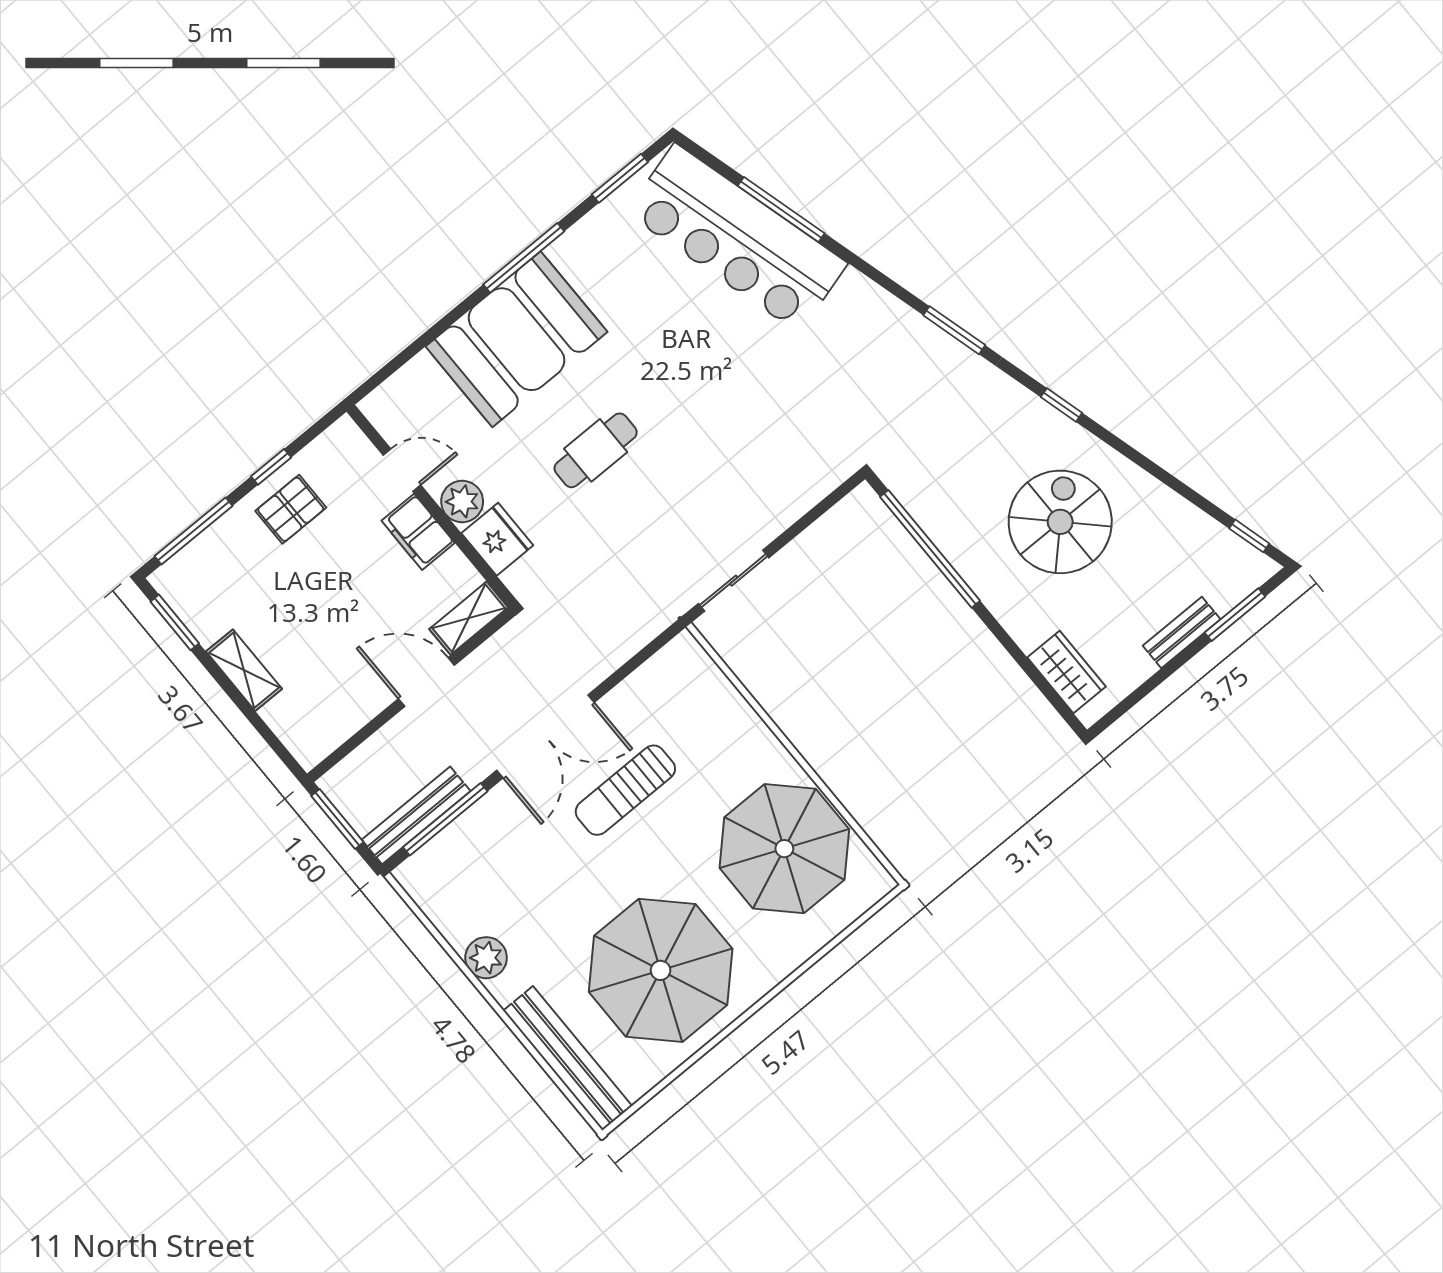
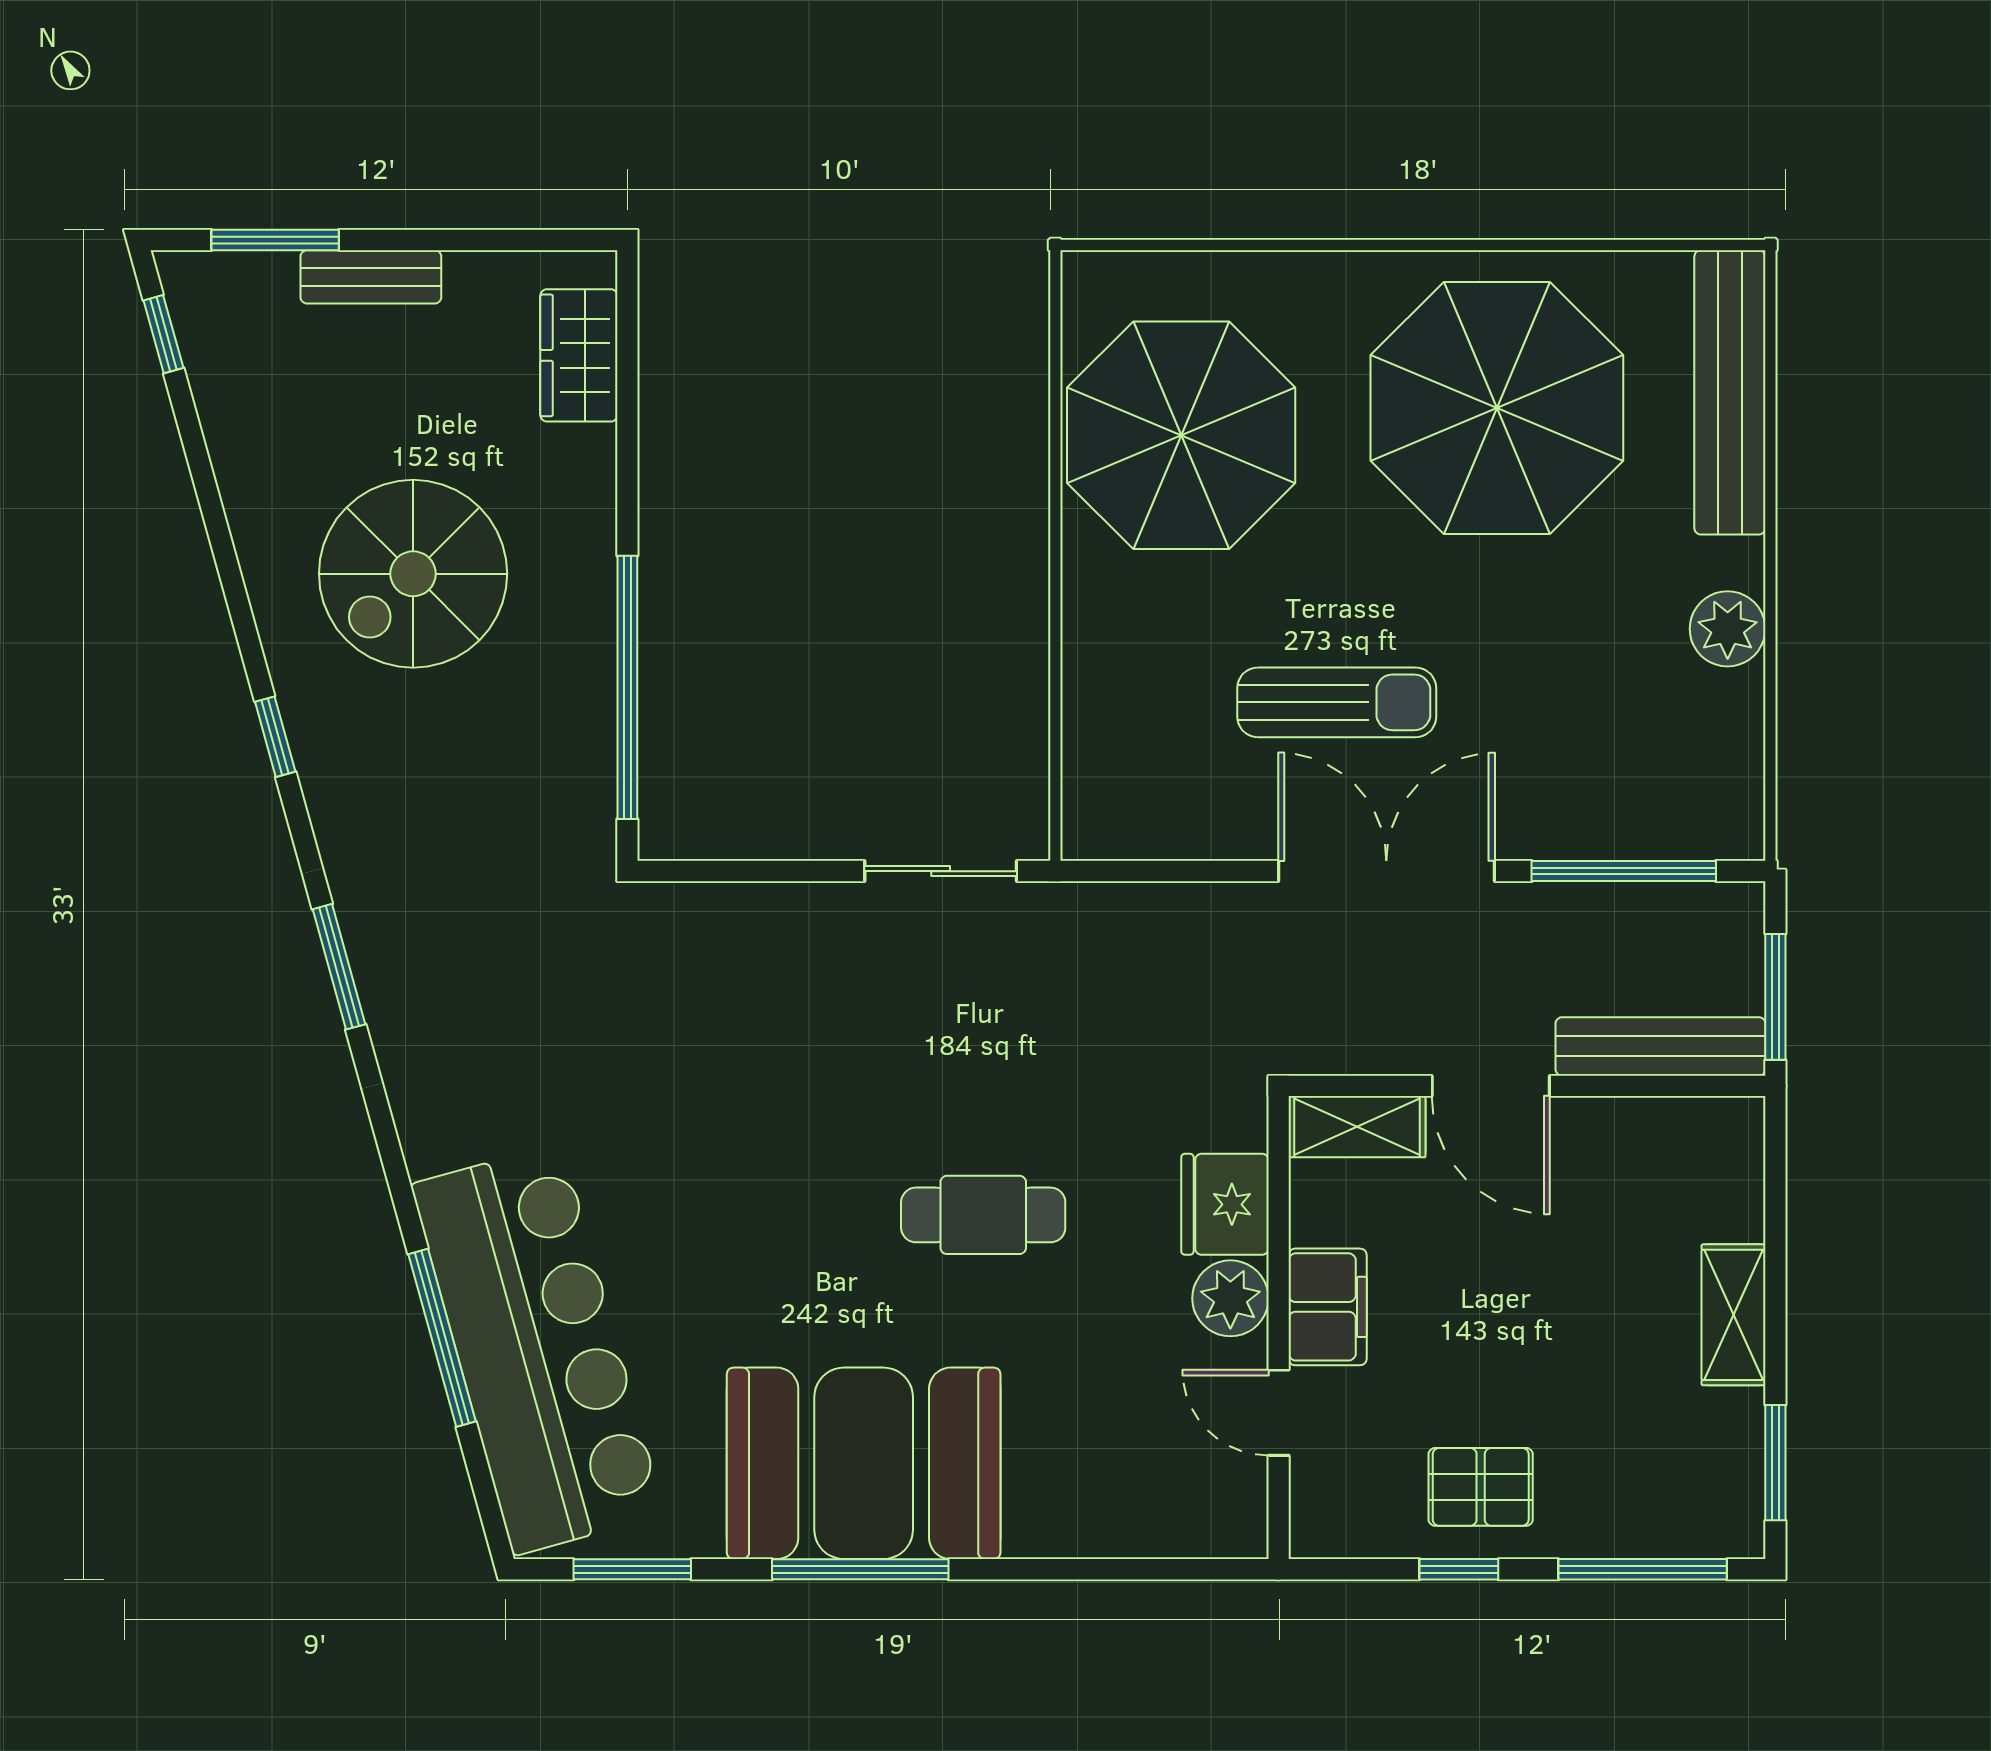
booth: (517, 339) -> (864, 1463), moved
bench: (416, 815) -> (1660, 1046), moved

